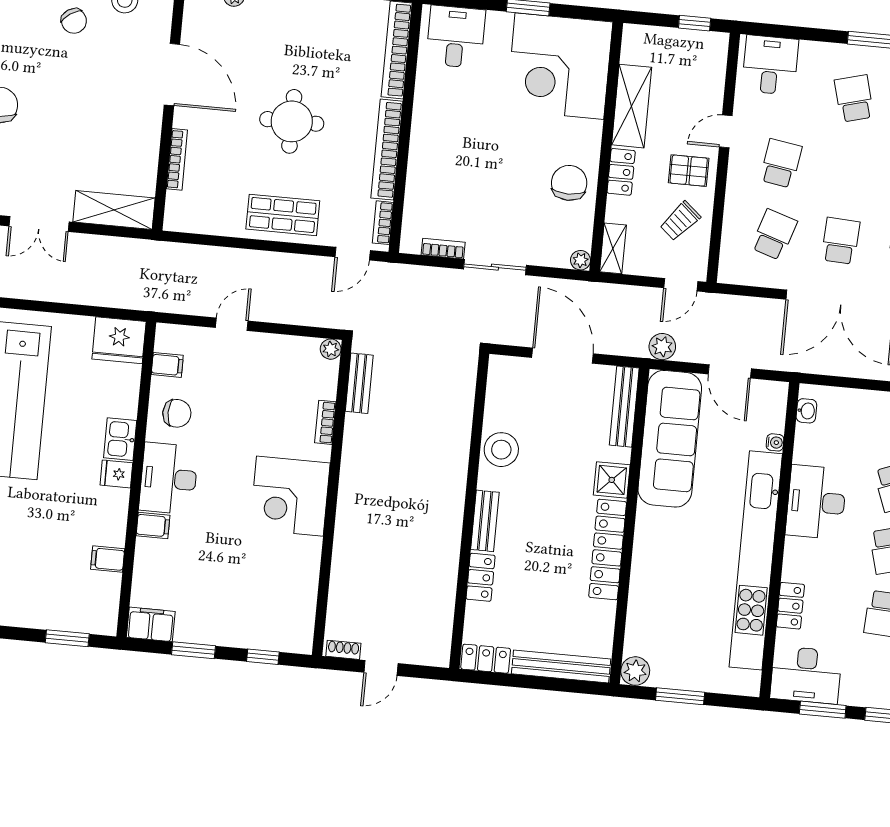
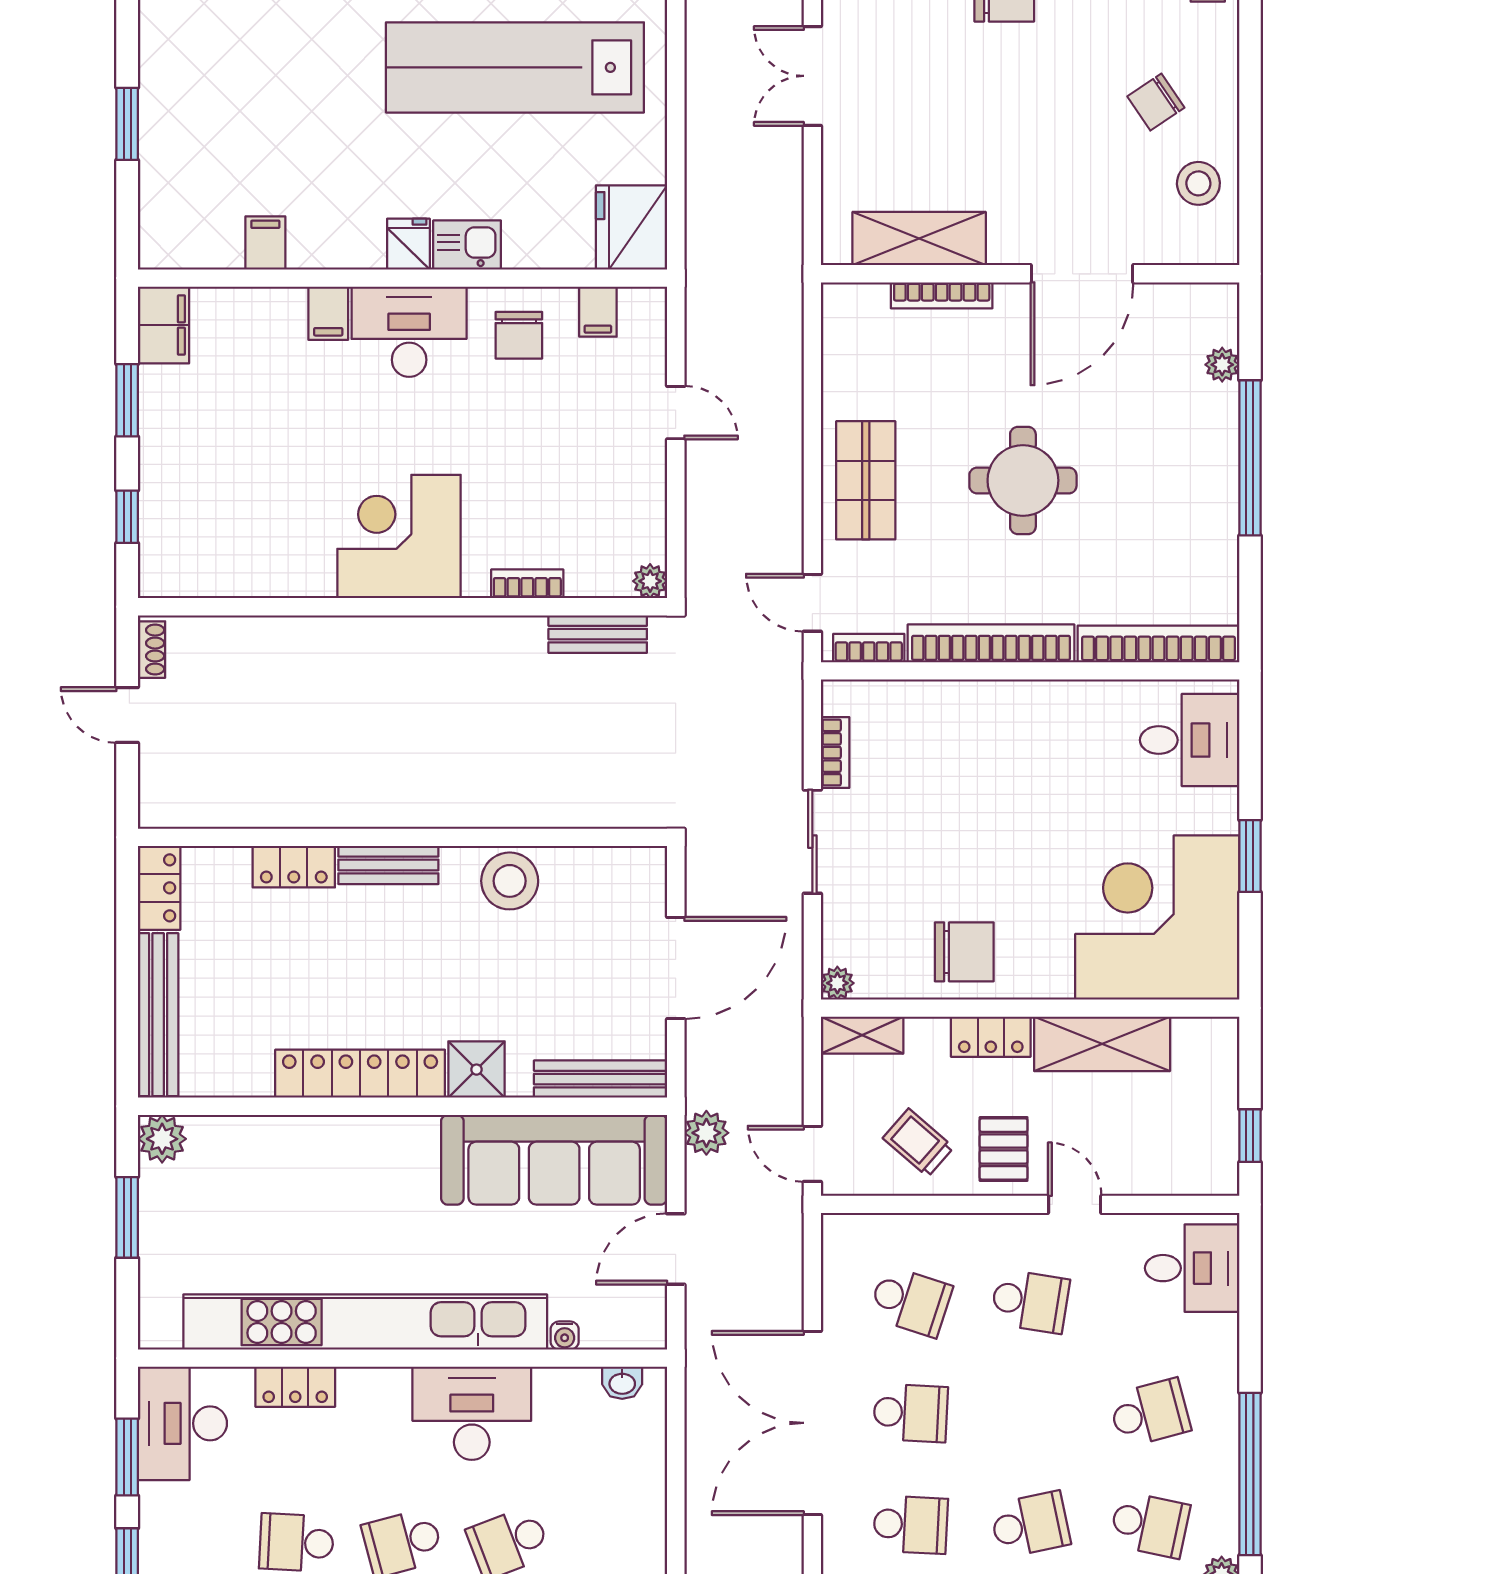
shelving: (114, 210) -> (919, 239), moved, turned 90
window: (67, 638) -> (127, 124), moved

